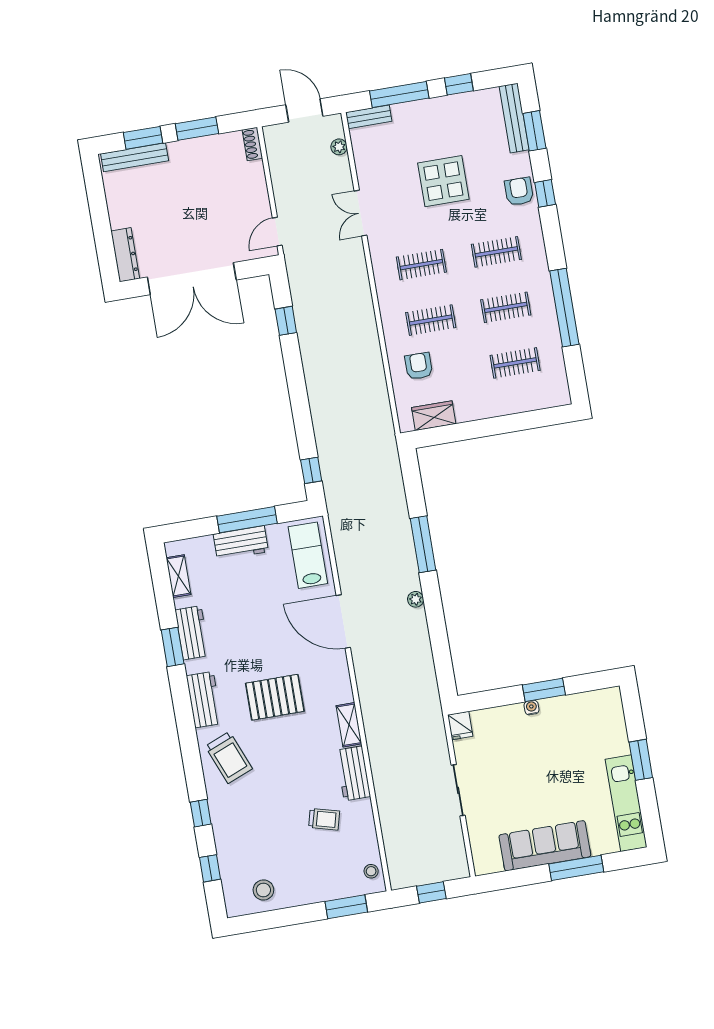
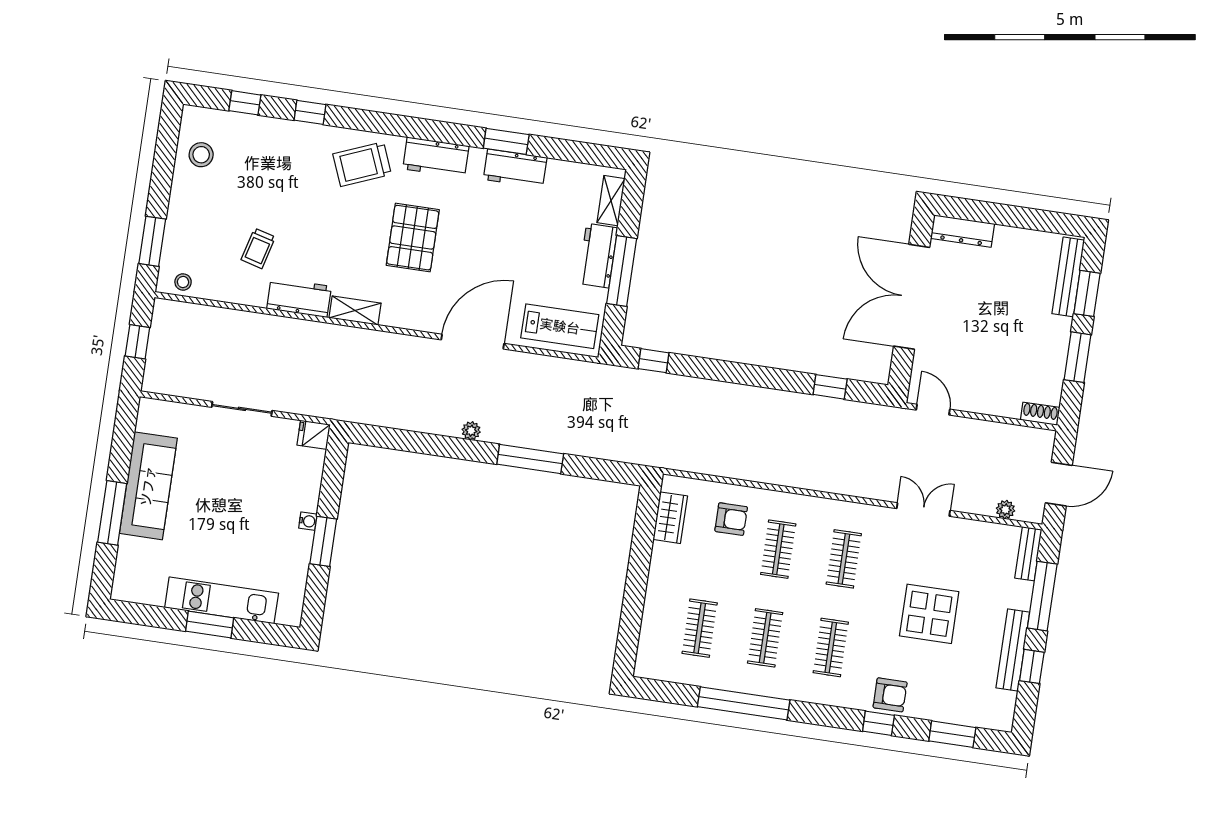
bench: (514, 118) -> (1013, 650), moved, turned 90
shelving: (178, 576) -> (611, 201), moved, turned 90
kitchen unit: (626, 803) -> (222, 600), moved

